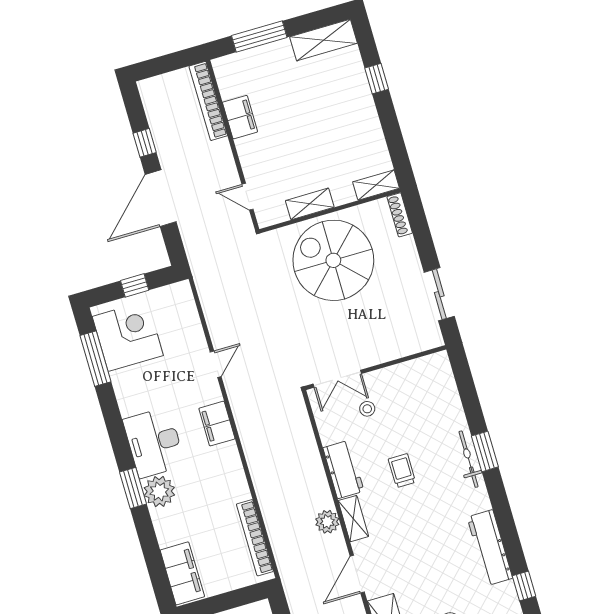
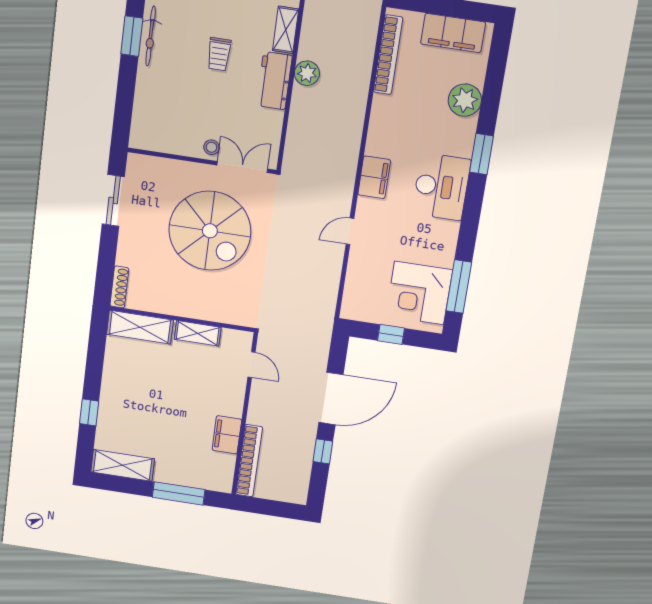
shelving: (376, 185) -> (140, 327), width x1.50, depth x1.33
spiral stairs: (333, 260) -> (210, 231), moved
stool: (367, 409) -> (211, 147), moved
plant: (159, 491) -> (465, 100), moved
plant: (327, 522) -> (307, 73), moved
filing cabinet: (182, 573) -> (453, 33), moved, turned -90

